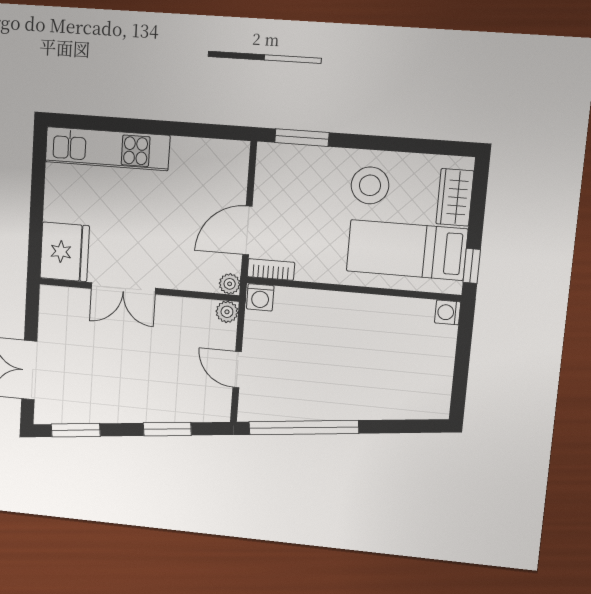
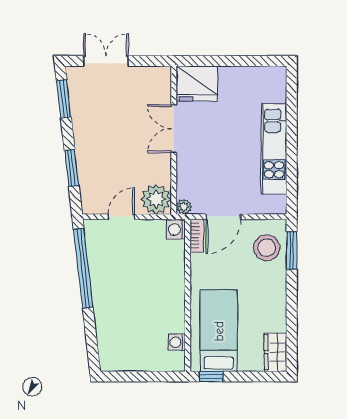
kitchen unit: (107, 149) -> (274, 149), moved
stool: (370, 185) -> (267, 248), moved
wardrobe: (455, 197) -> (275, 352), moved, turned -90
door: (247, 230) -> (223, 217), swing flipped
plant: (227, 312) -> (156, 199), width x1.87, depth x1.87
washing machine: (448, 312) -> (177, 342), moved, turned -90

